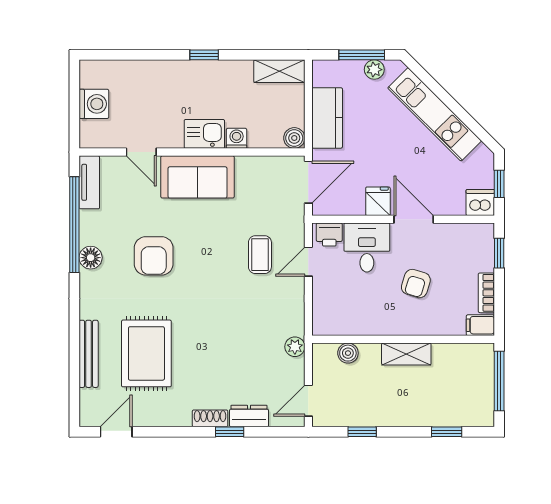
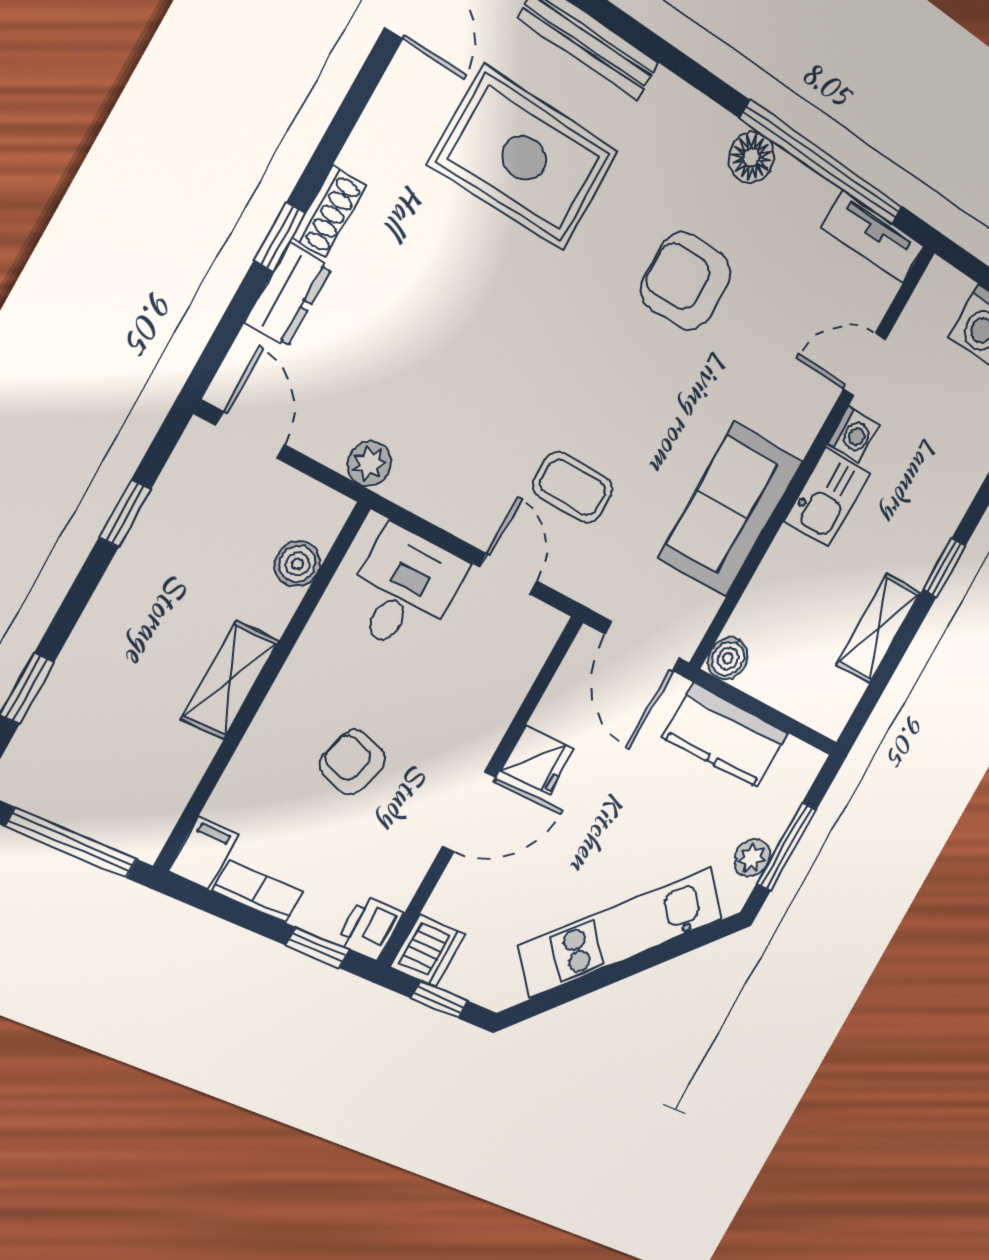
shelving: (279, 71) -> (878, 628), moved
washing machine: (237, 138) -> (853, 435), moved
sofa: (198, 177) -> (731, 510), moved
printer: (329, 235) -> (370, 928), moved
desk: (367, 248) -> (404, 590), moved, turned -90

